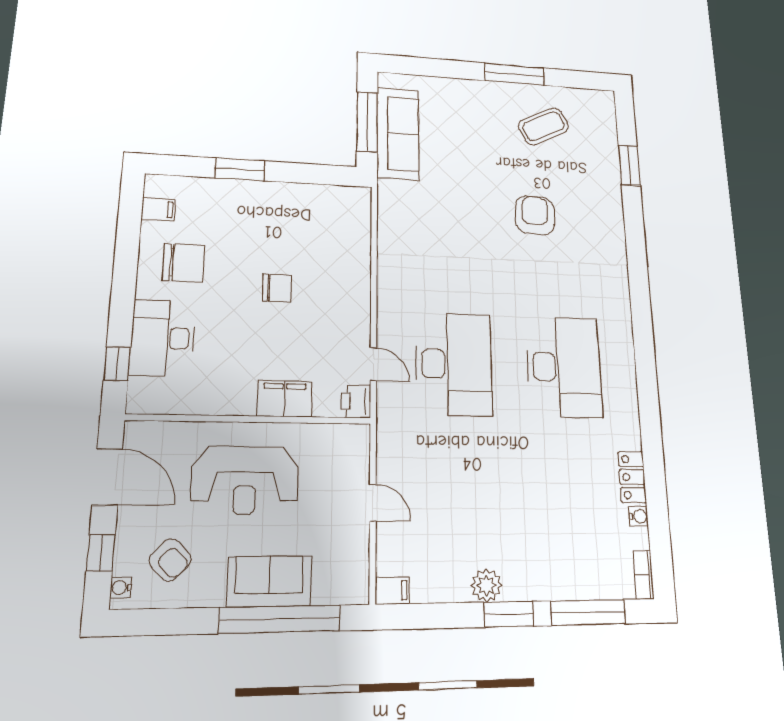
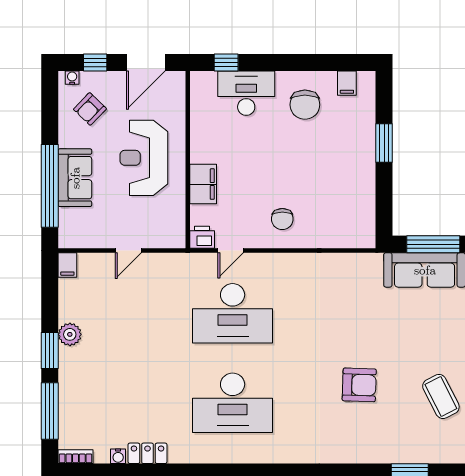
chair: (277, 288) -> (282, 219), moved

